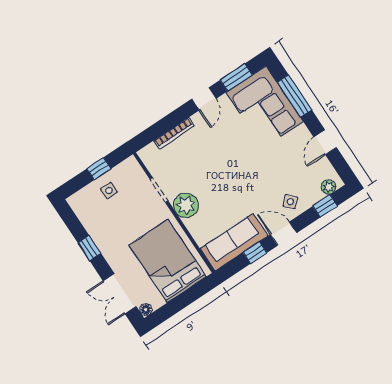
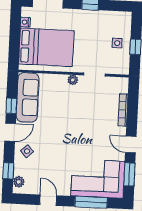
plant: (186, 205) -> (73, 80), width x0.53, depth x0.53
nightstand: (157, 302) -> (25, 22), added
floor lamp: (146, 310) -> (26, 11), removed

